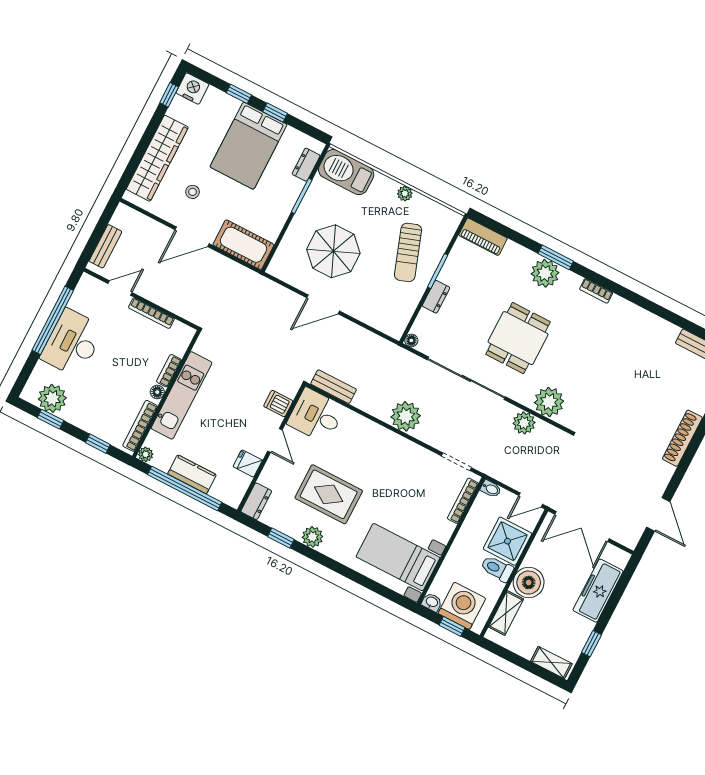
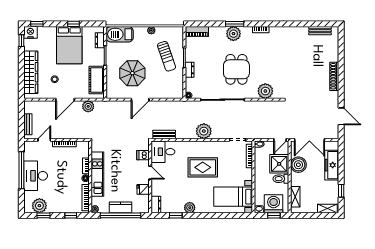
window: (239, 94) -> (37, 24), moved
cot: (243, 245) -> (97, 80), moved, turned 90
plant: (524, 423) -> (88, 106), moved
rug: (329, 494) -> (203, 167), moved
boiler: (529, 583) -> (298, 165), moved

